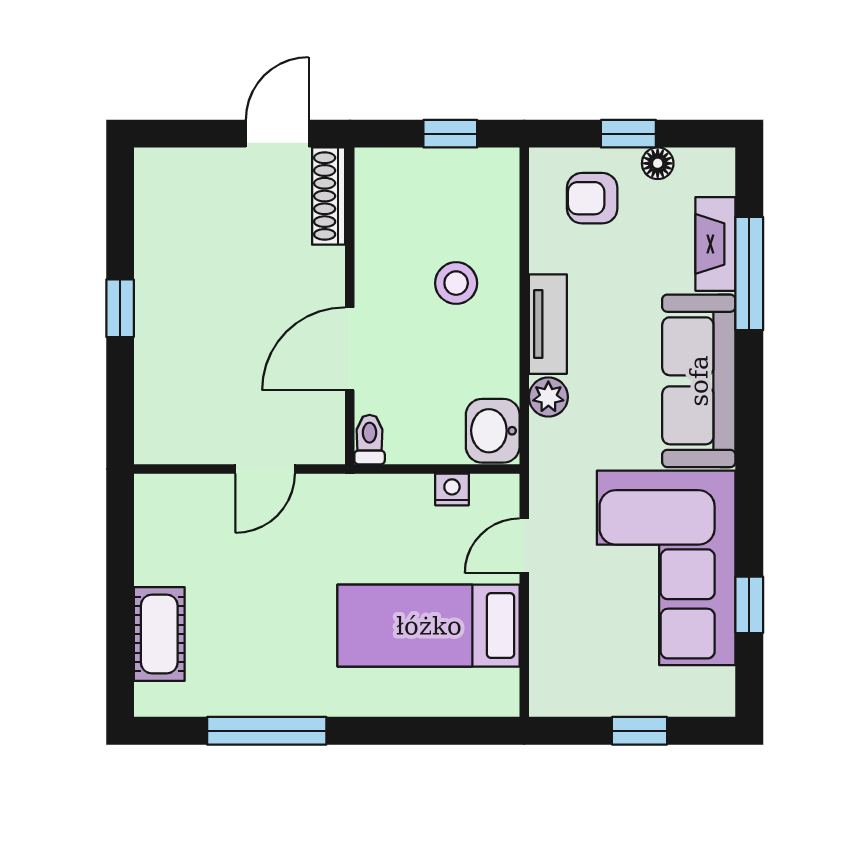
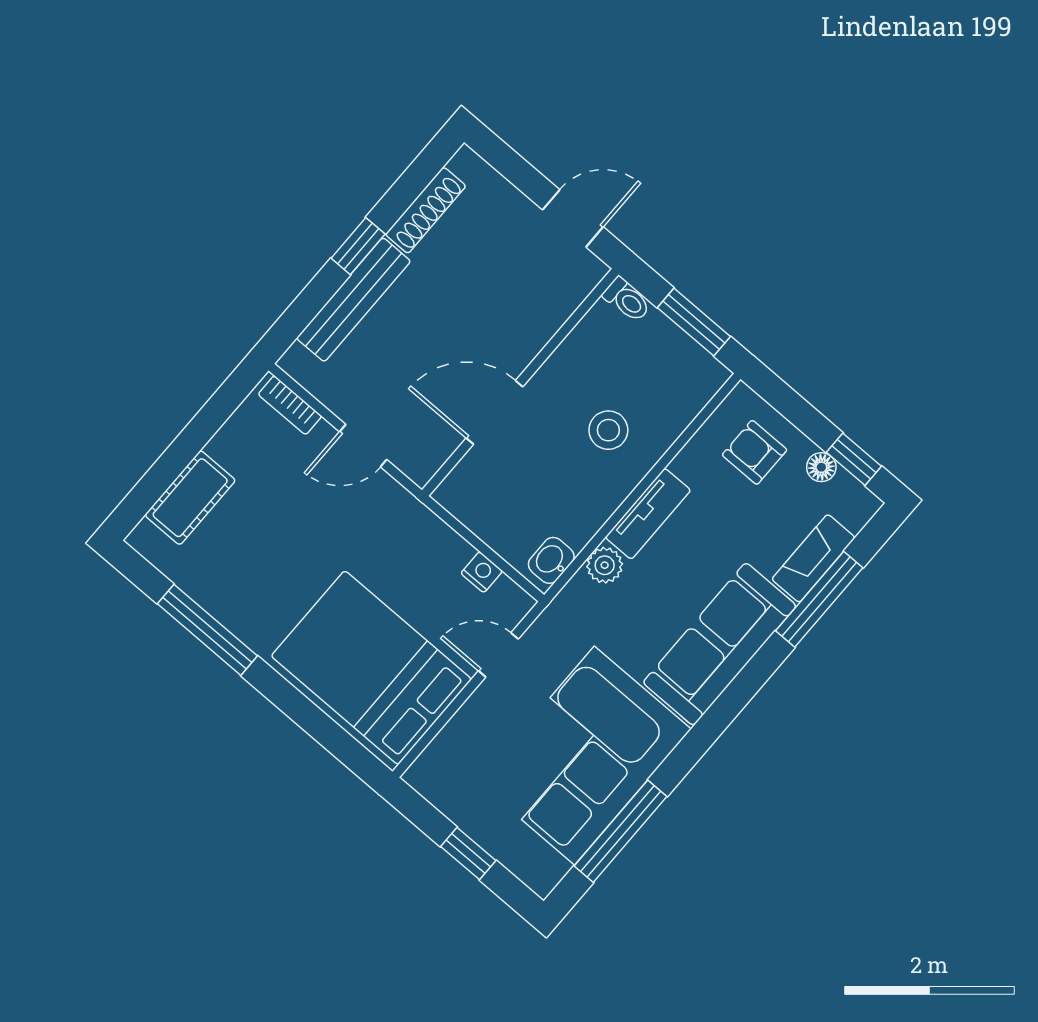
window: (450, 134) -> (694, 322), width x1.50
window: (628, 134) -> (854, 459), moved
shoe rack: (329, 196) -> (426, 210), moved, turned 180
bench: (154, 356) -> (354, 300), added
washbasin: (493, 431) -> (551, 560), width x0.72, depth x0.69
toilet: (370, 440) -> (627, 300), moved, turned 90
bookcase: (176, 487) -> (290, 405), added
window: (749, 605) -> (621, 831), width x2.17
bed: (429, 626) -> (371, 668), width x1.50

